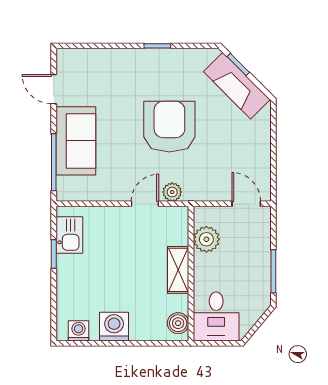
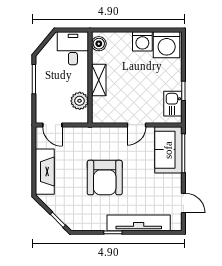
tv unit: (119, 60) -> (139, 223), added
fireplace: (237, 86) -> (45, 172), moved, turned 45
sofa: (76, 141) -> (168, 150), moved
plant: (172, 192) -> (103, 133), removed
door: (145, 204) -> (137, 125), moved
washing machine: (78, 331) -> (167, 45), width x1.89, depth x1.89

